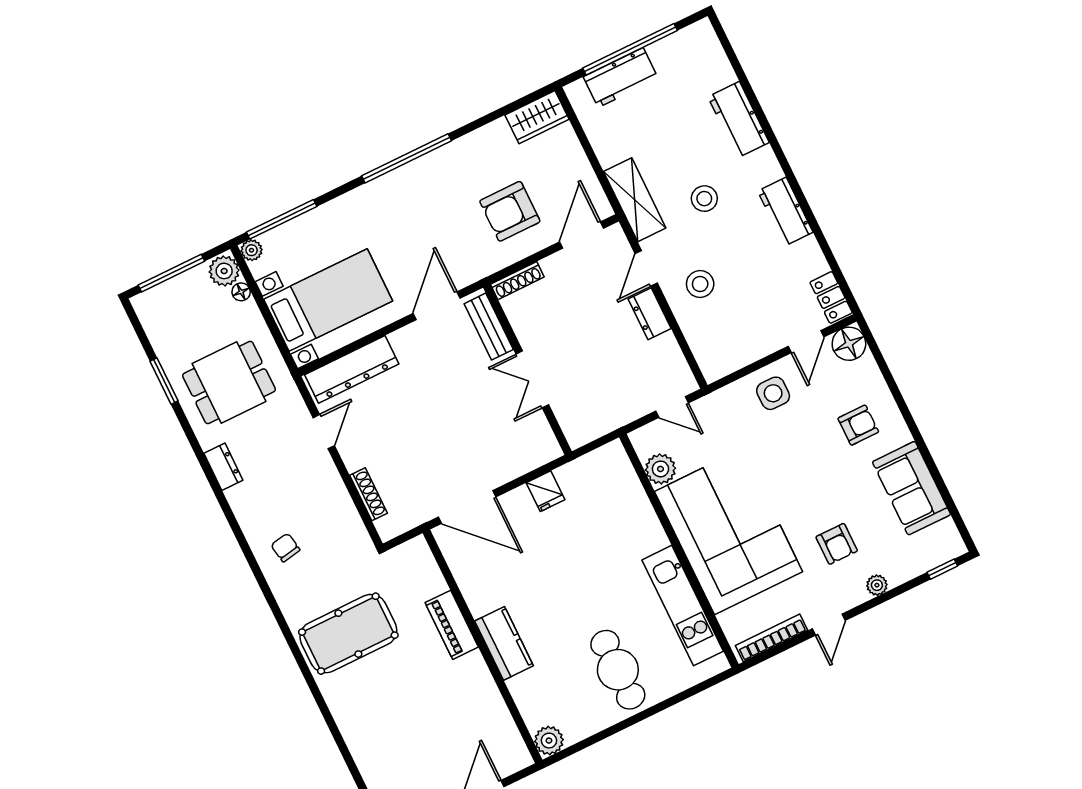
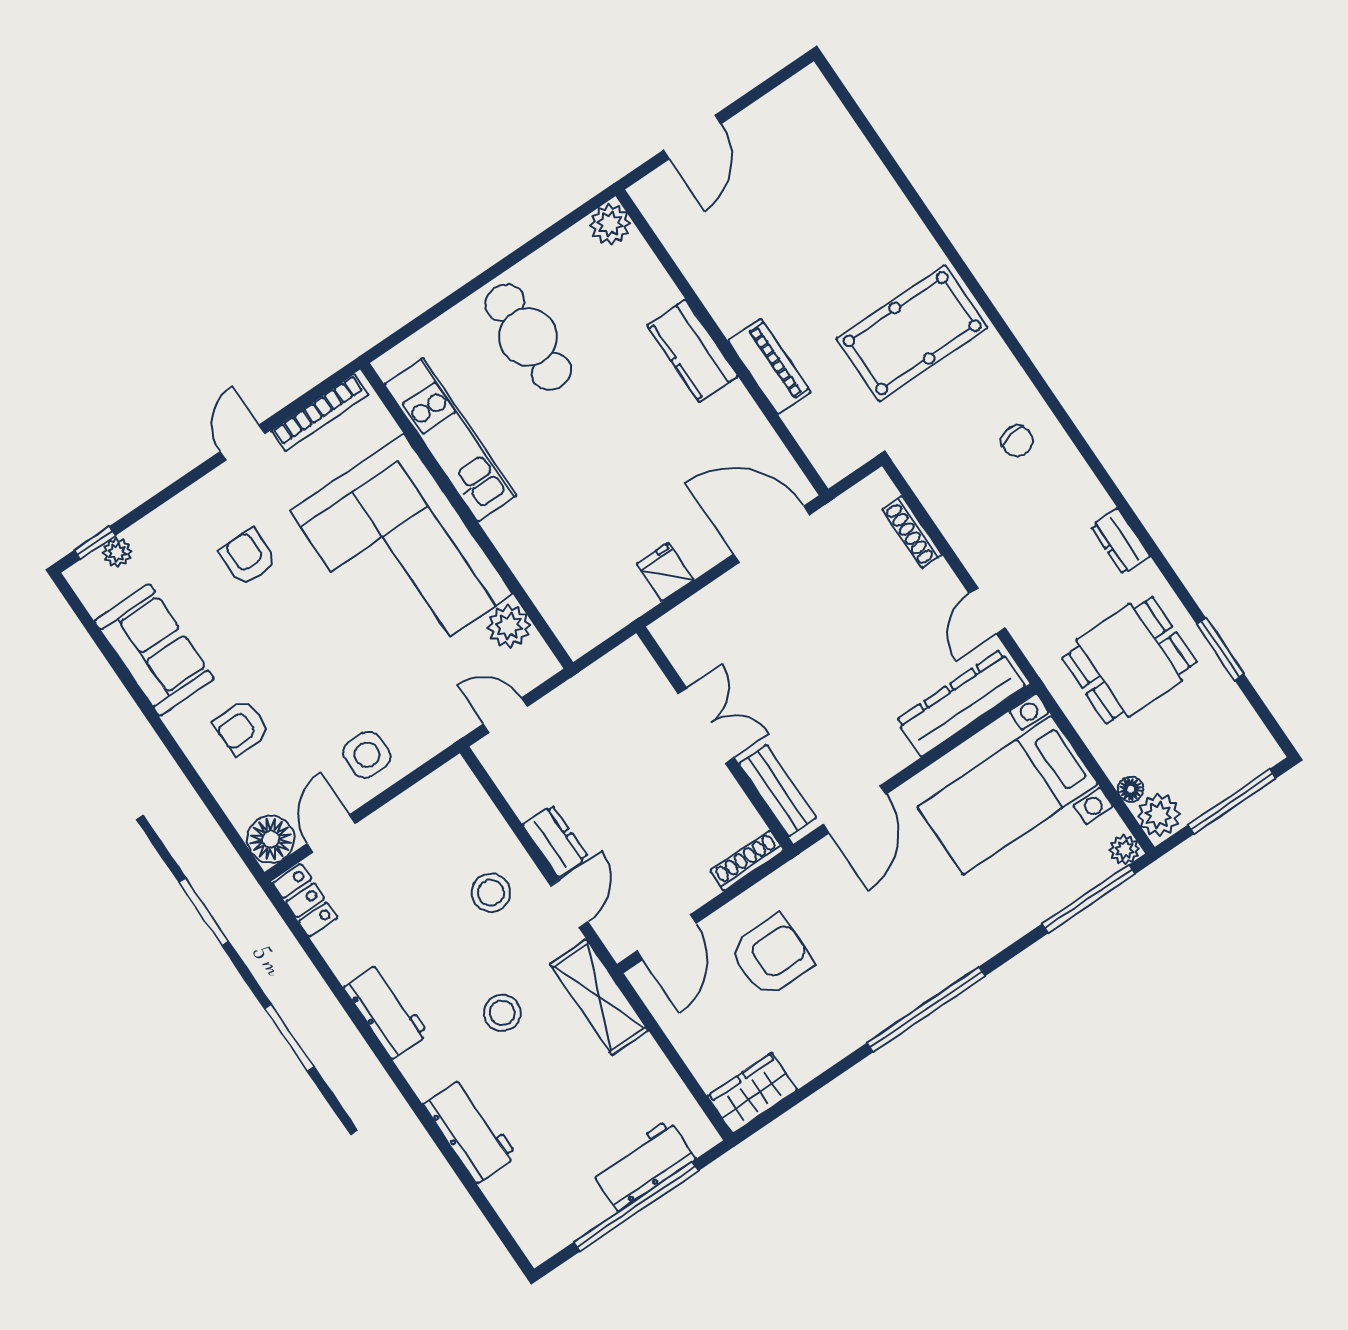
plant: (877, 585) -> (117, 552), moved

